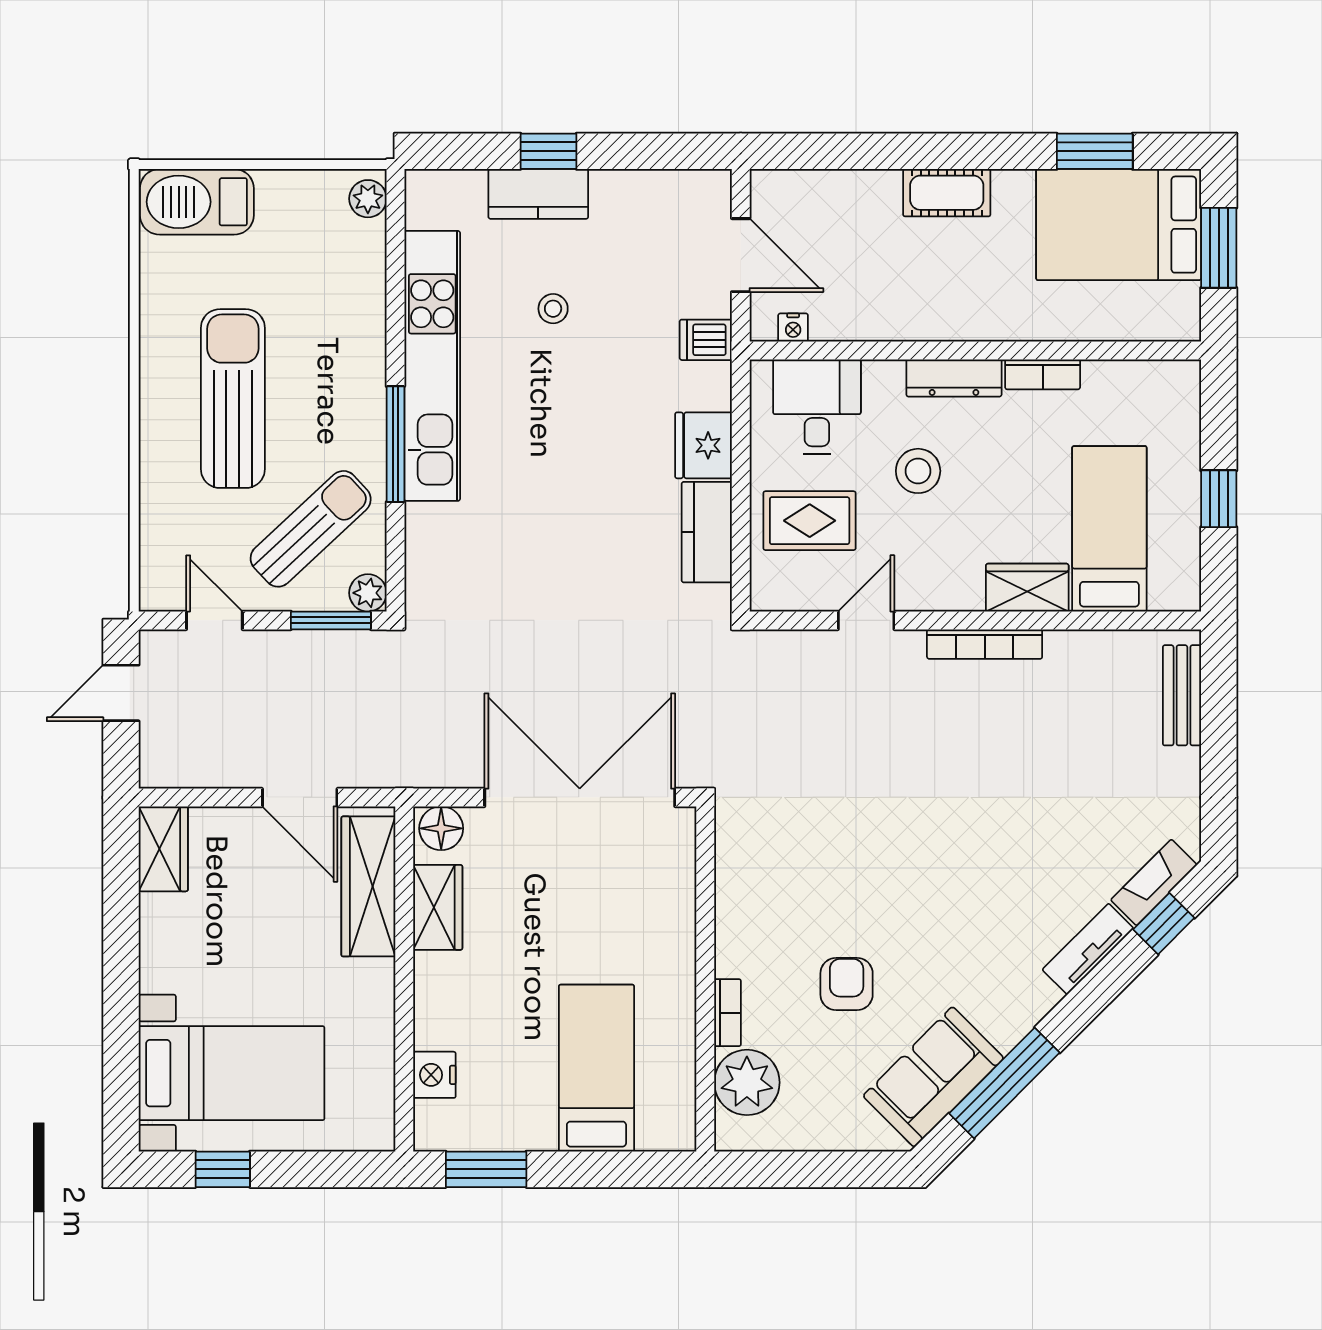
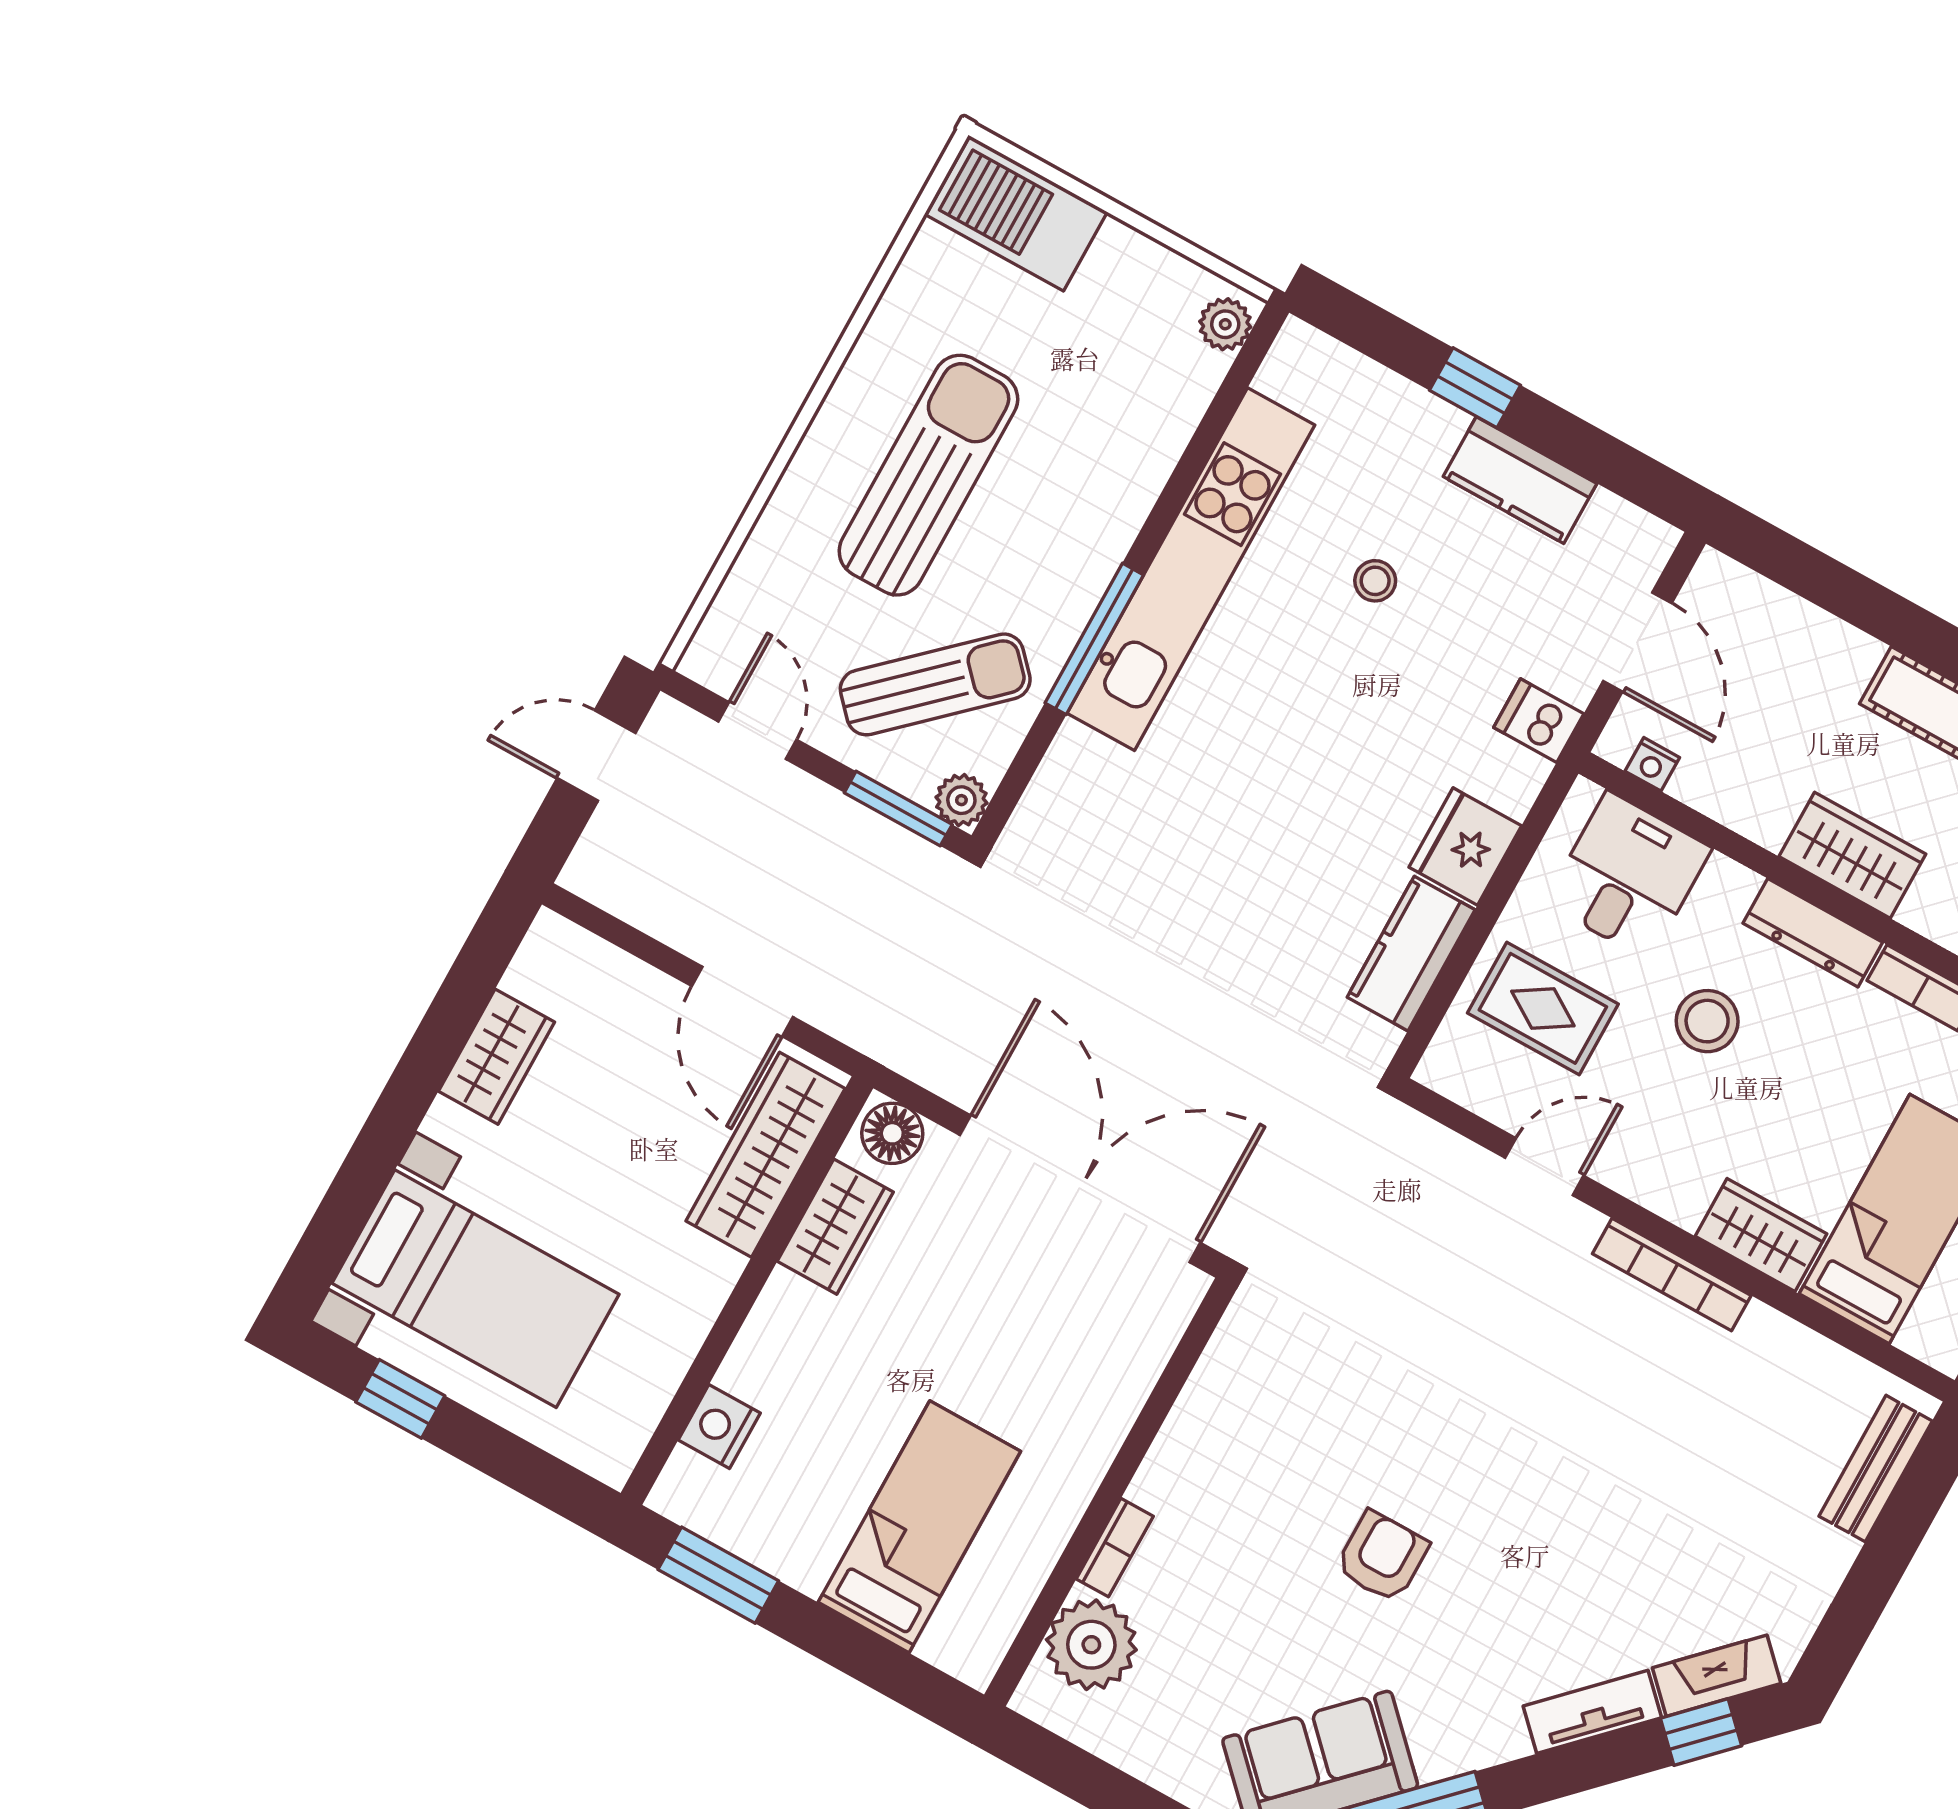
kitchen counter: (538, 194) -> (1520, 480), moved
wardrobe: (952, 315) -> (1852, 855), added
wardrobe: (163, 849) -> (496, 1057), moved
armchair: (847, 984) -> (1382, 1557), moved

